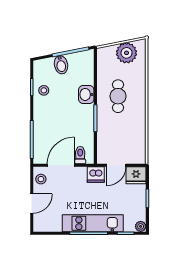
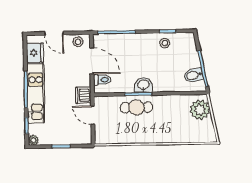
plant: (127, 53) -> (200, 110), moved
bidet: (61, 65) -> (194, 75), moved
washbasin: (86, 94) -> (143, 85), moved
cafe table: (118, 96) -> (136, 107), moved
fridge: (136, 175) -> (35, 53), moved, turned 180

